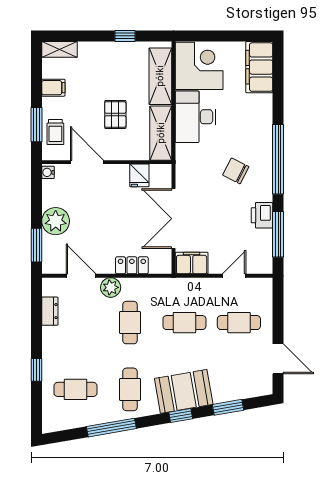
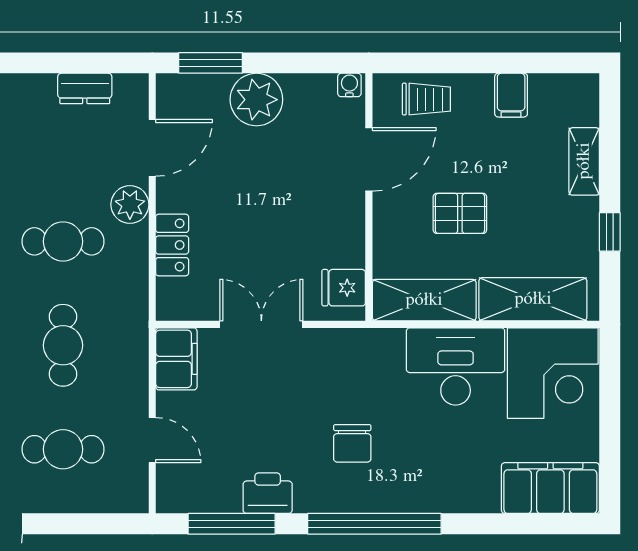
shelving: (60, 49) -> (584, 161), moved
window: (36, 125) -> (441, 63), removed
trolley: (55, 132) -> (426, 99), turned 180
chair: (236, 171) -> (352, 443), turned 153
fridge: (139, 175) -> (344, 288), moved
double door: (173, 219) -> (261, 324), width x0.73
cafe table: (239, 323) -> (63, 449), turned 90

